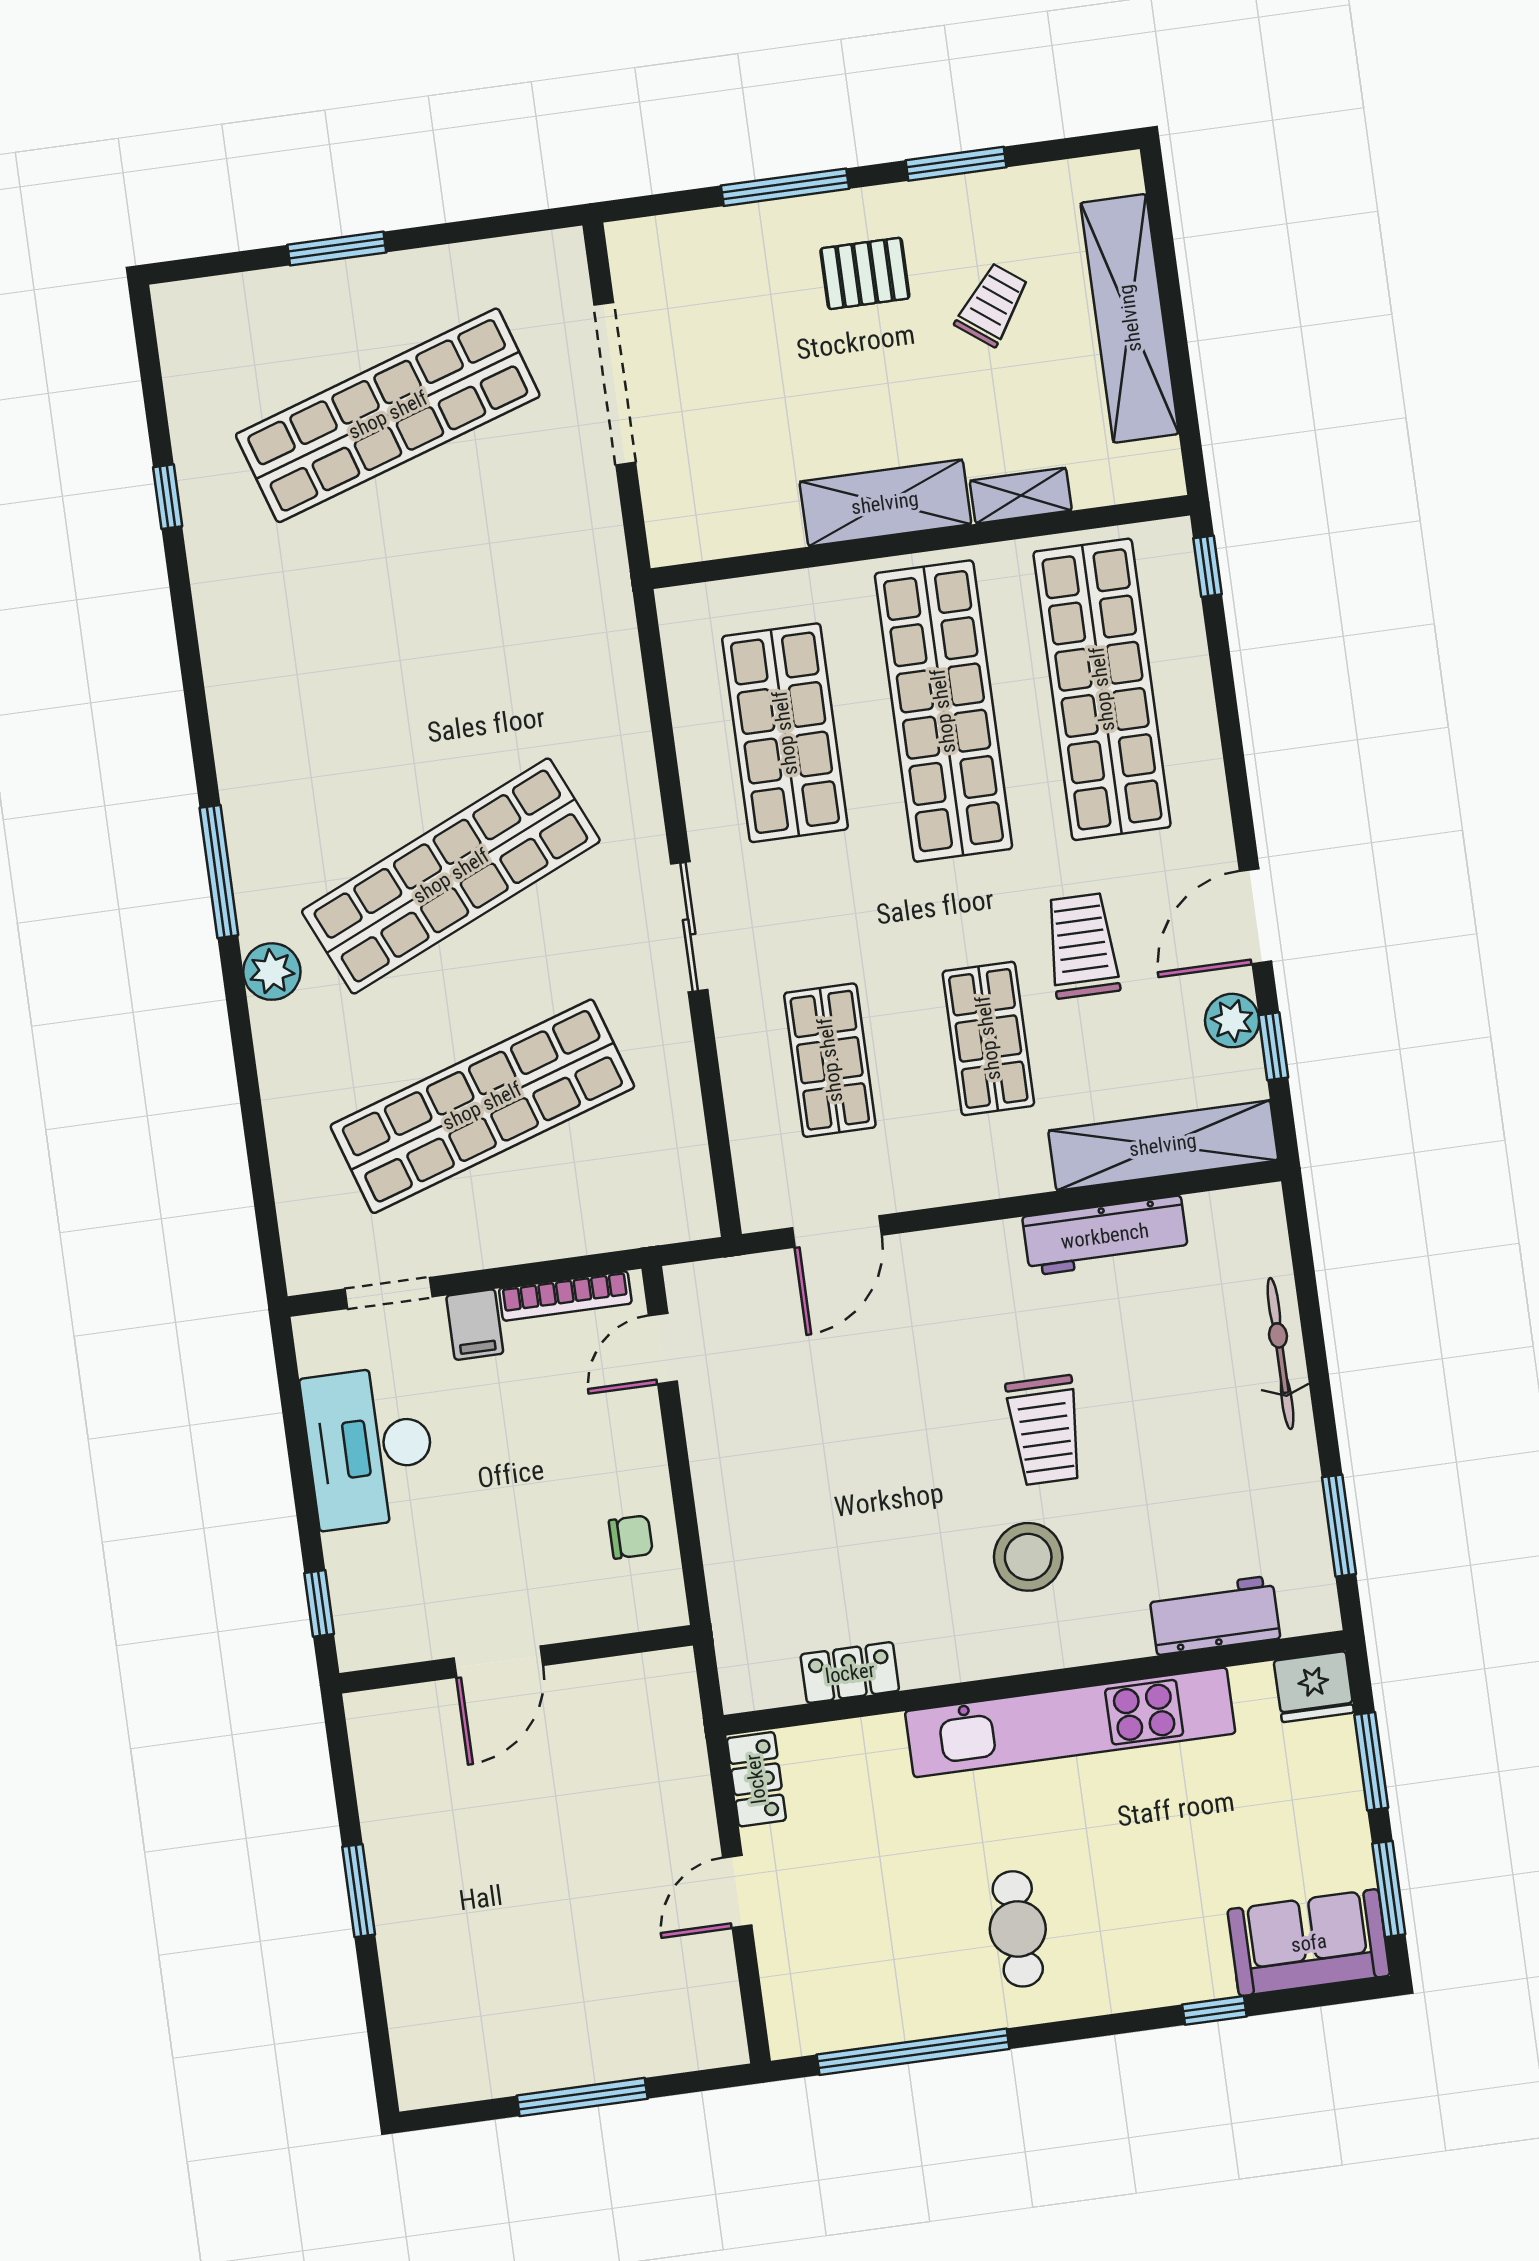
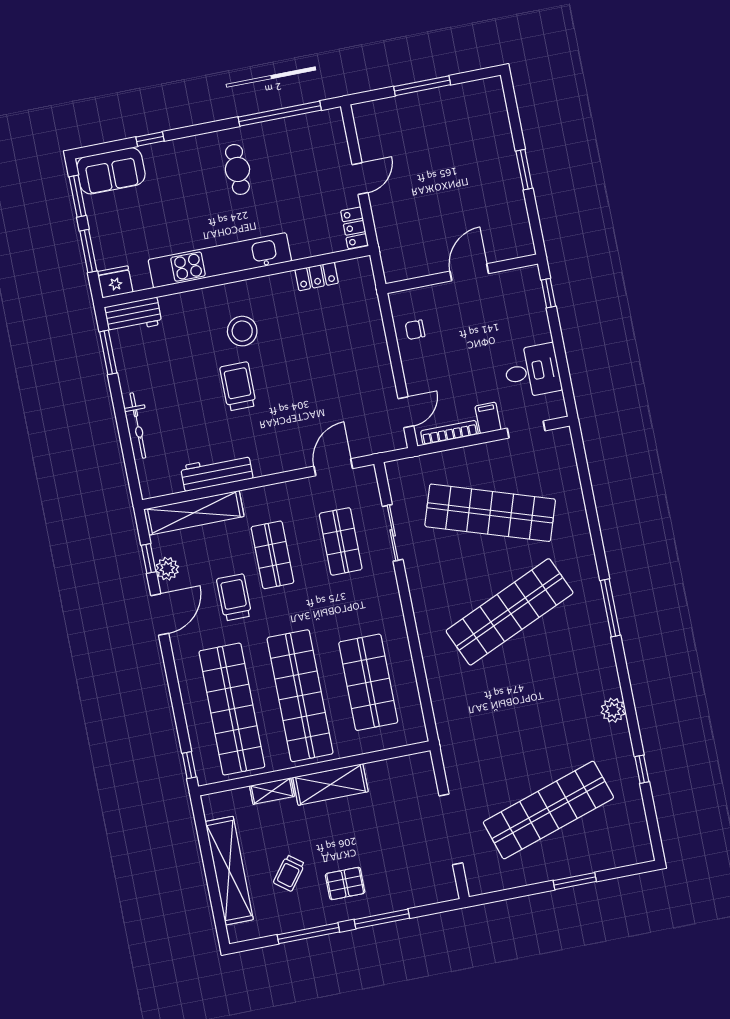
window: (956, 164) -> (308, 933), width x1.44
sliding door: (689, 927) -> (393, 533), moved
trolley: (1082, 946) -> (234, 597), turned 180
plant: (272, 972) -> (613, 710), moved
shop shelf: (482, 1106) -> (490, 513), turned 36
desk: (370, 1447) -> (532, 371), width x0.73
workbench: (1215, 1615) -> (133, 316), moved

